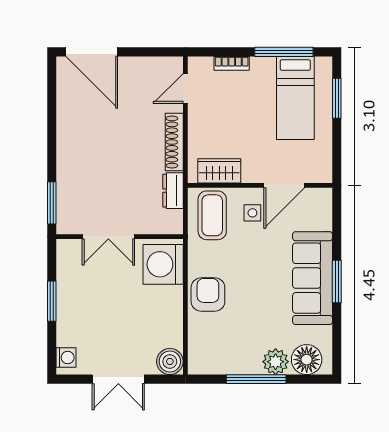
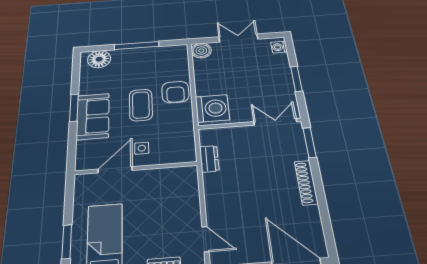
door: (185, 89) -> (206, 239), hinge flipped
shoe rack: (174, 142) -> (306, 182), moved, turned 180
wardrobe: (219, 171) -> (171, 176), removed
coffee table: (212, 215) -> (141, 105), moved
double door: (108, 237) -> (275, 122), moved
sofa: (313, 278) -> (93, 116), width x0.73
plant: (276, 362) -> (122, 56), removed

